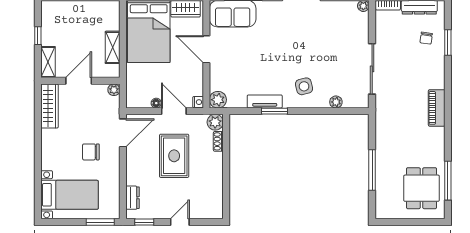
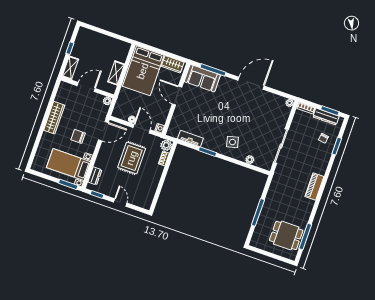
plant: (218, 100) -> (173, 131), removed
tv unit: (265, 101) -> (190, 139), moved
wardrobe: (49, 106) -> (54, 118), moved
dining table: (421, 188) -> (286, 235), turned 90
bed with nightstands: (70, 195) -> (69, 165), moved, turned 180
door: (180, 222) -> (120, 203), hinge flipped

